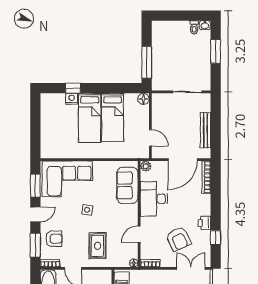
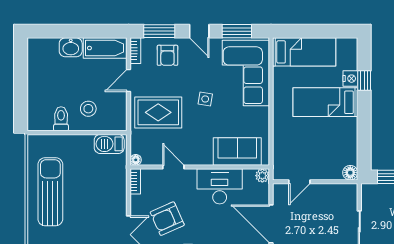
bed: (113, 117) -> (304, 52), moved, turned 180
rug: (97, 246) -> (158, 112), width x1.36, depth x1.43

